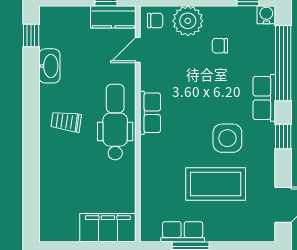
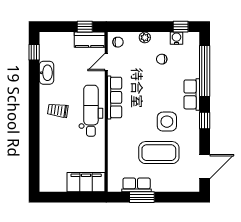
water cooler: (266, 15) -> (176, 38), moved
plant: (188, 21) -> (145, 37), width x0.53, depth x0.53
row of seats: (150, 113) -> (115, 97), width x1.48

